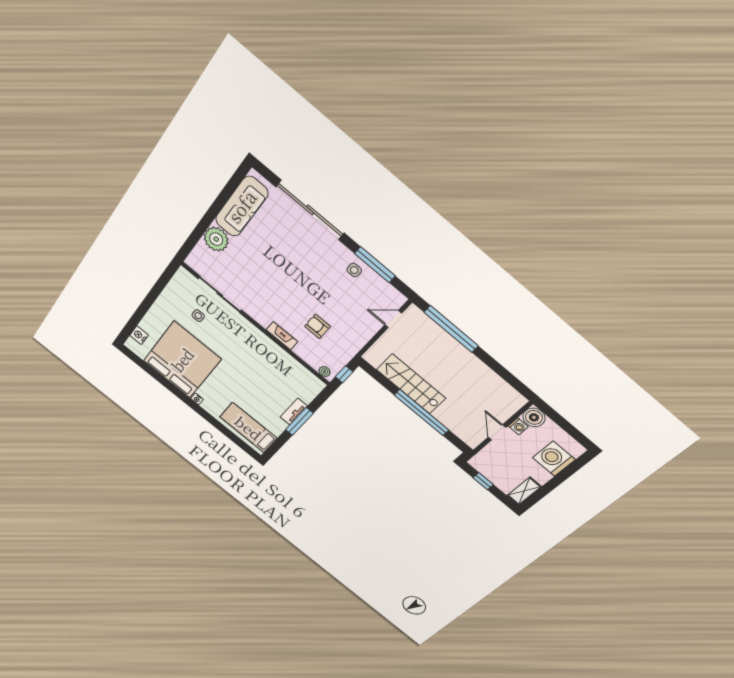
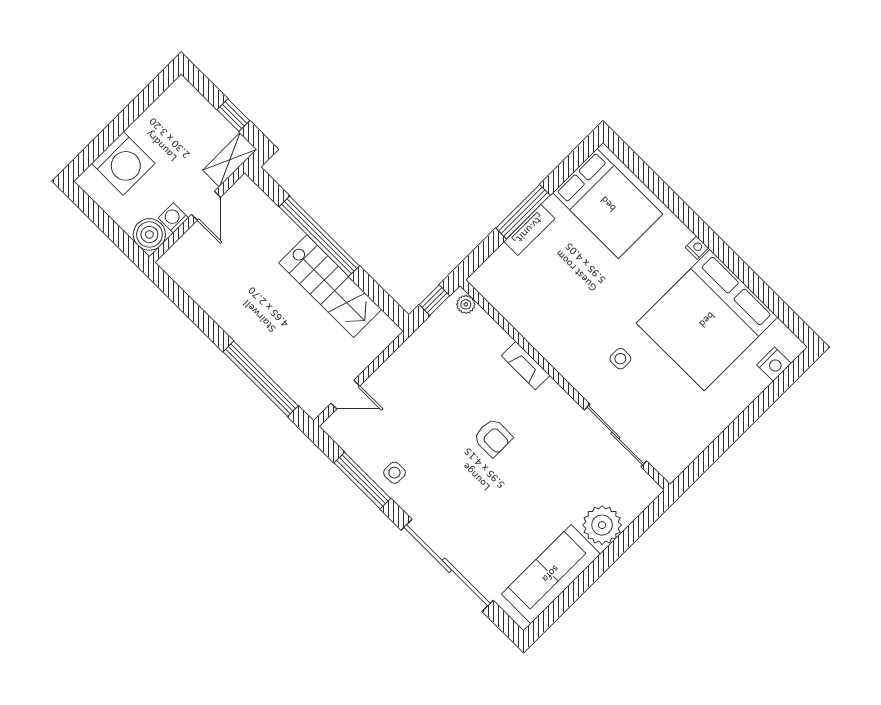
side table: (198, 316) -> (620, 359), moved
armchair: (317, 326) -> (493, 437), moved
bed: (248, 428) -> (608, 204), width x1.50
shelving: (524, 491) -> (230, 160), moved

